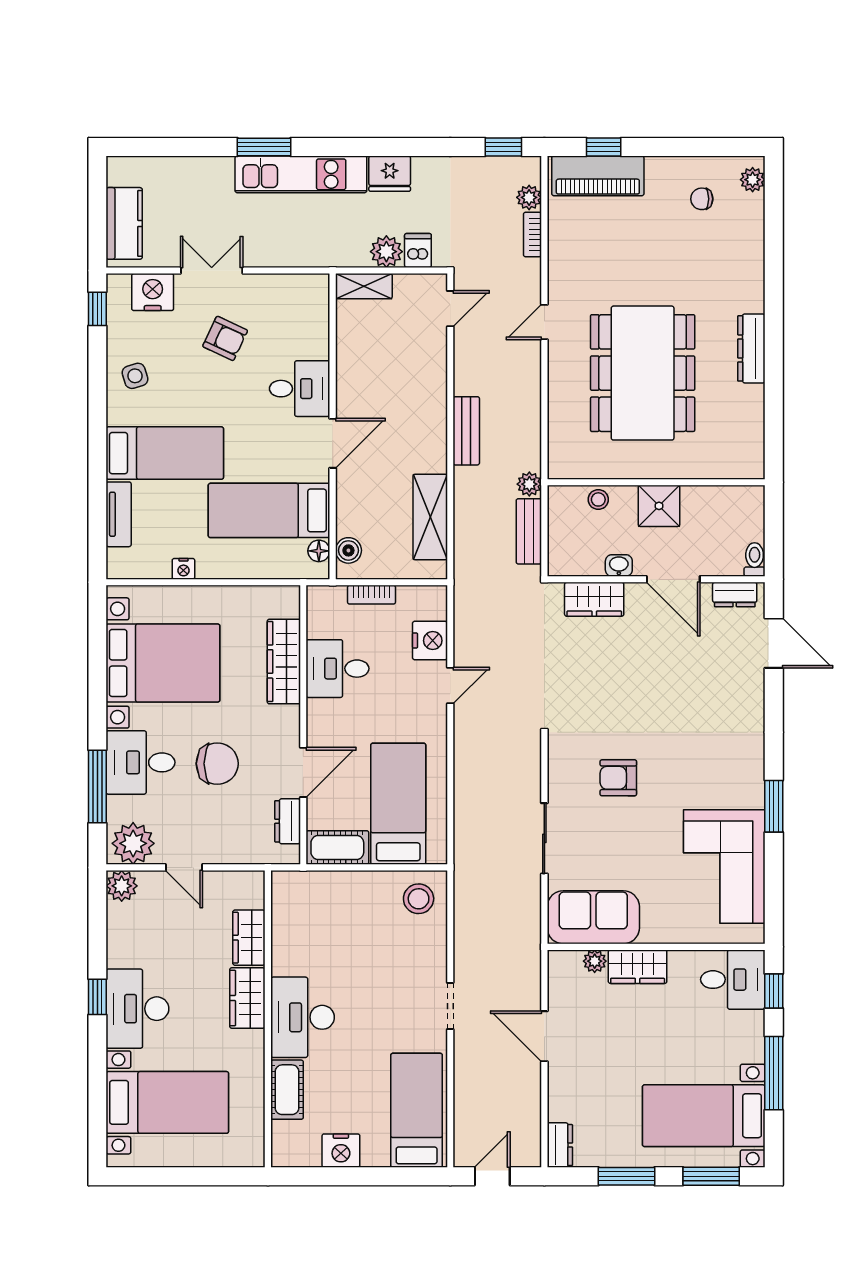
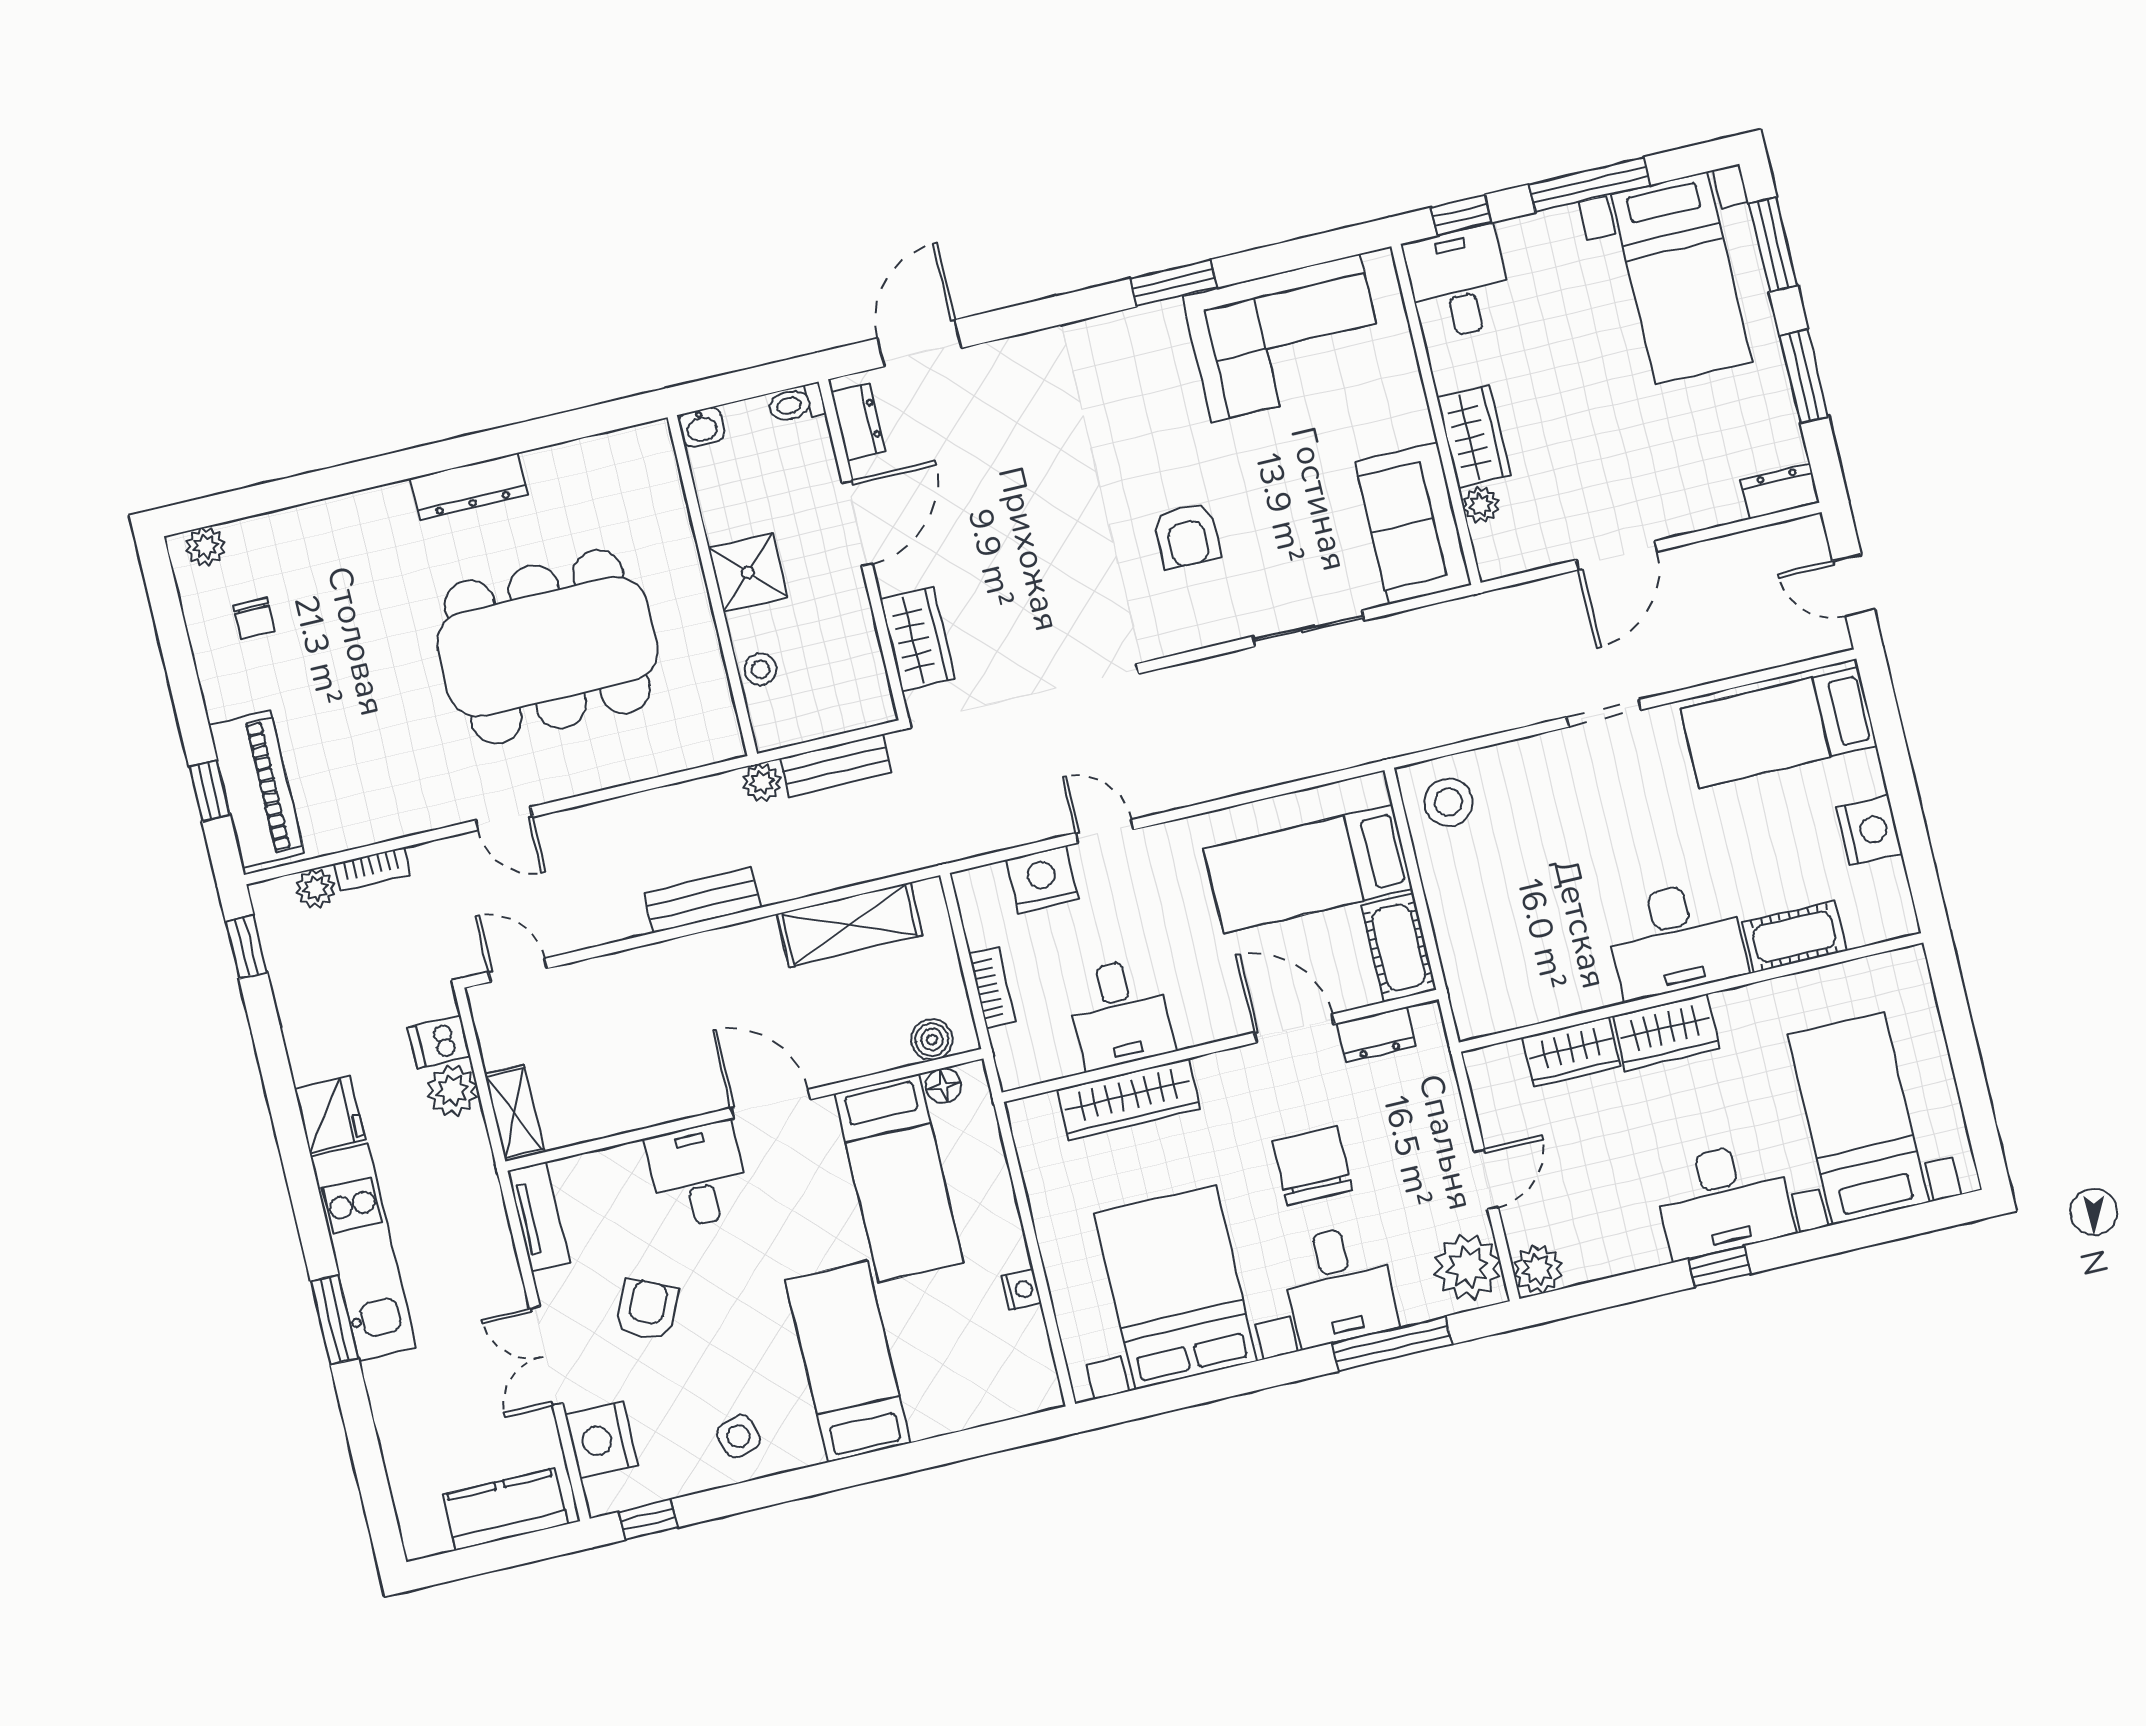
tv unit: (119, 514) -> (539, 1217), moved, turned 90
washbasin: (619, 565) -> (702, 427), moved, turned -90

